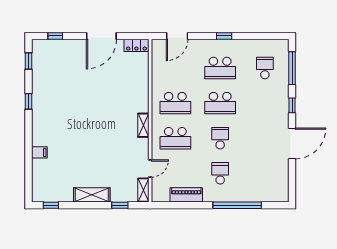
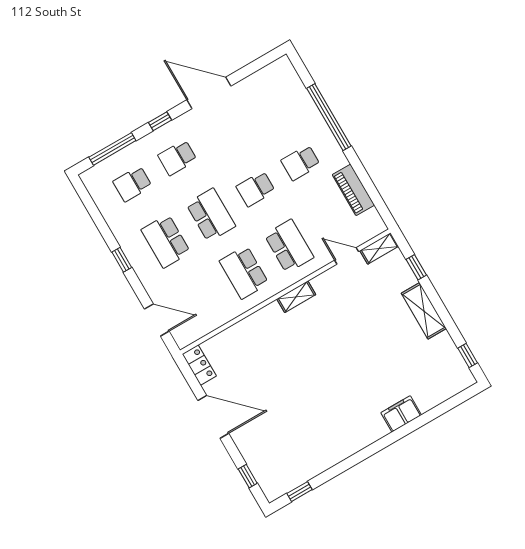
school desk: (220, 68) -> (166, 241), turned 180
window: (29, 101) -> (351, 461), removed
school desk: (175, 103) -> (244, 272), turned 180
school desk: (265, 103) -> (177, 158), added
filing cabinet: (39, 152) -> (401, 414), width x2.00

